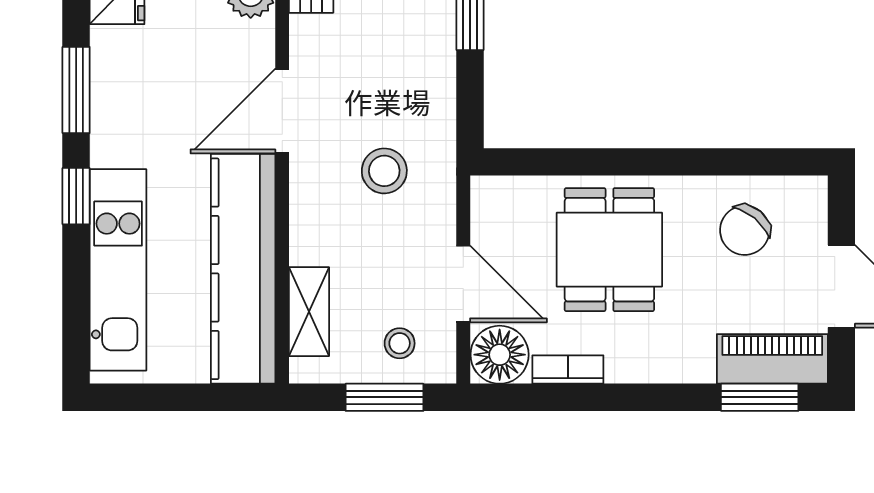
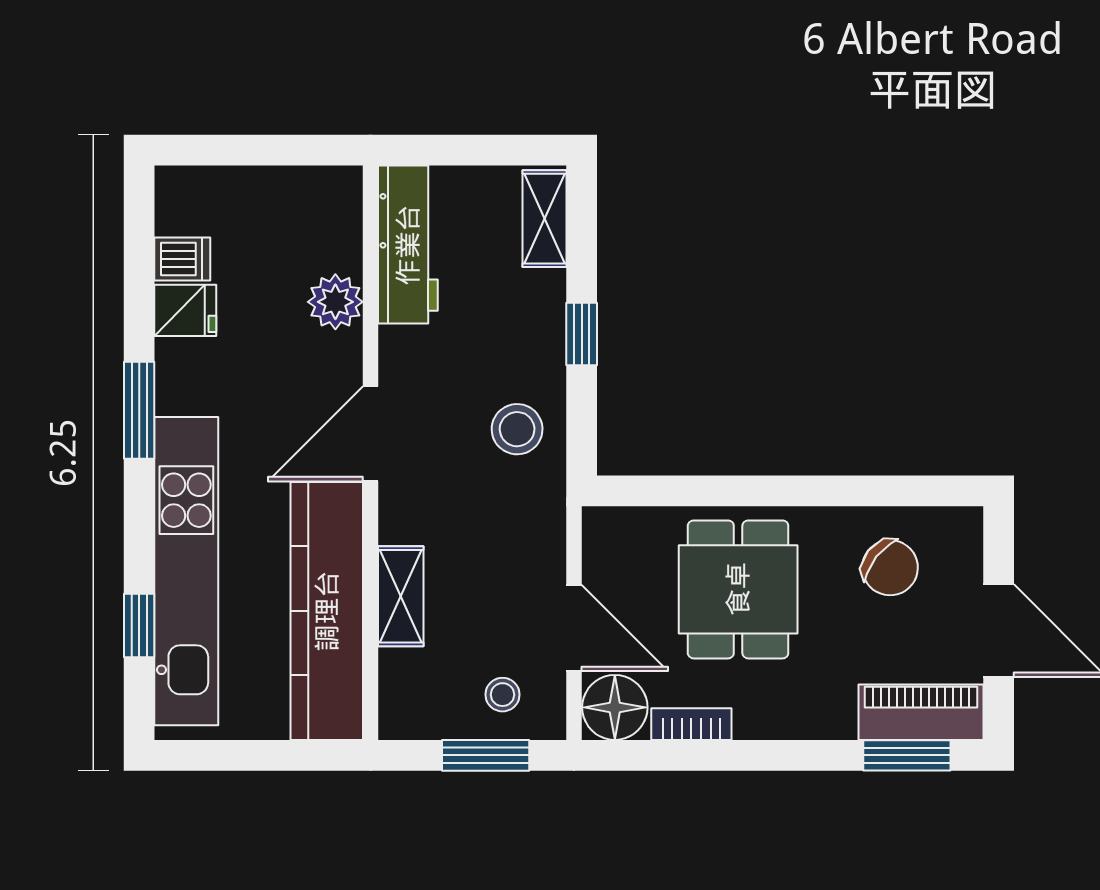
stool: (384, 171) -> (517, 429), moved
window: (76, 196) -> (139, 625), moved
chair: (745, 230) -> (890, 568), turned -92
kitchen unit: (118, 270) -> (186, 571), width x1.36
shelving: (309, 312) -> (401, 596), moved

